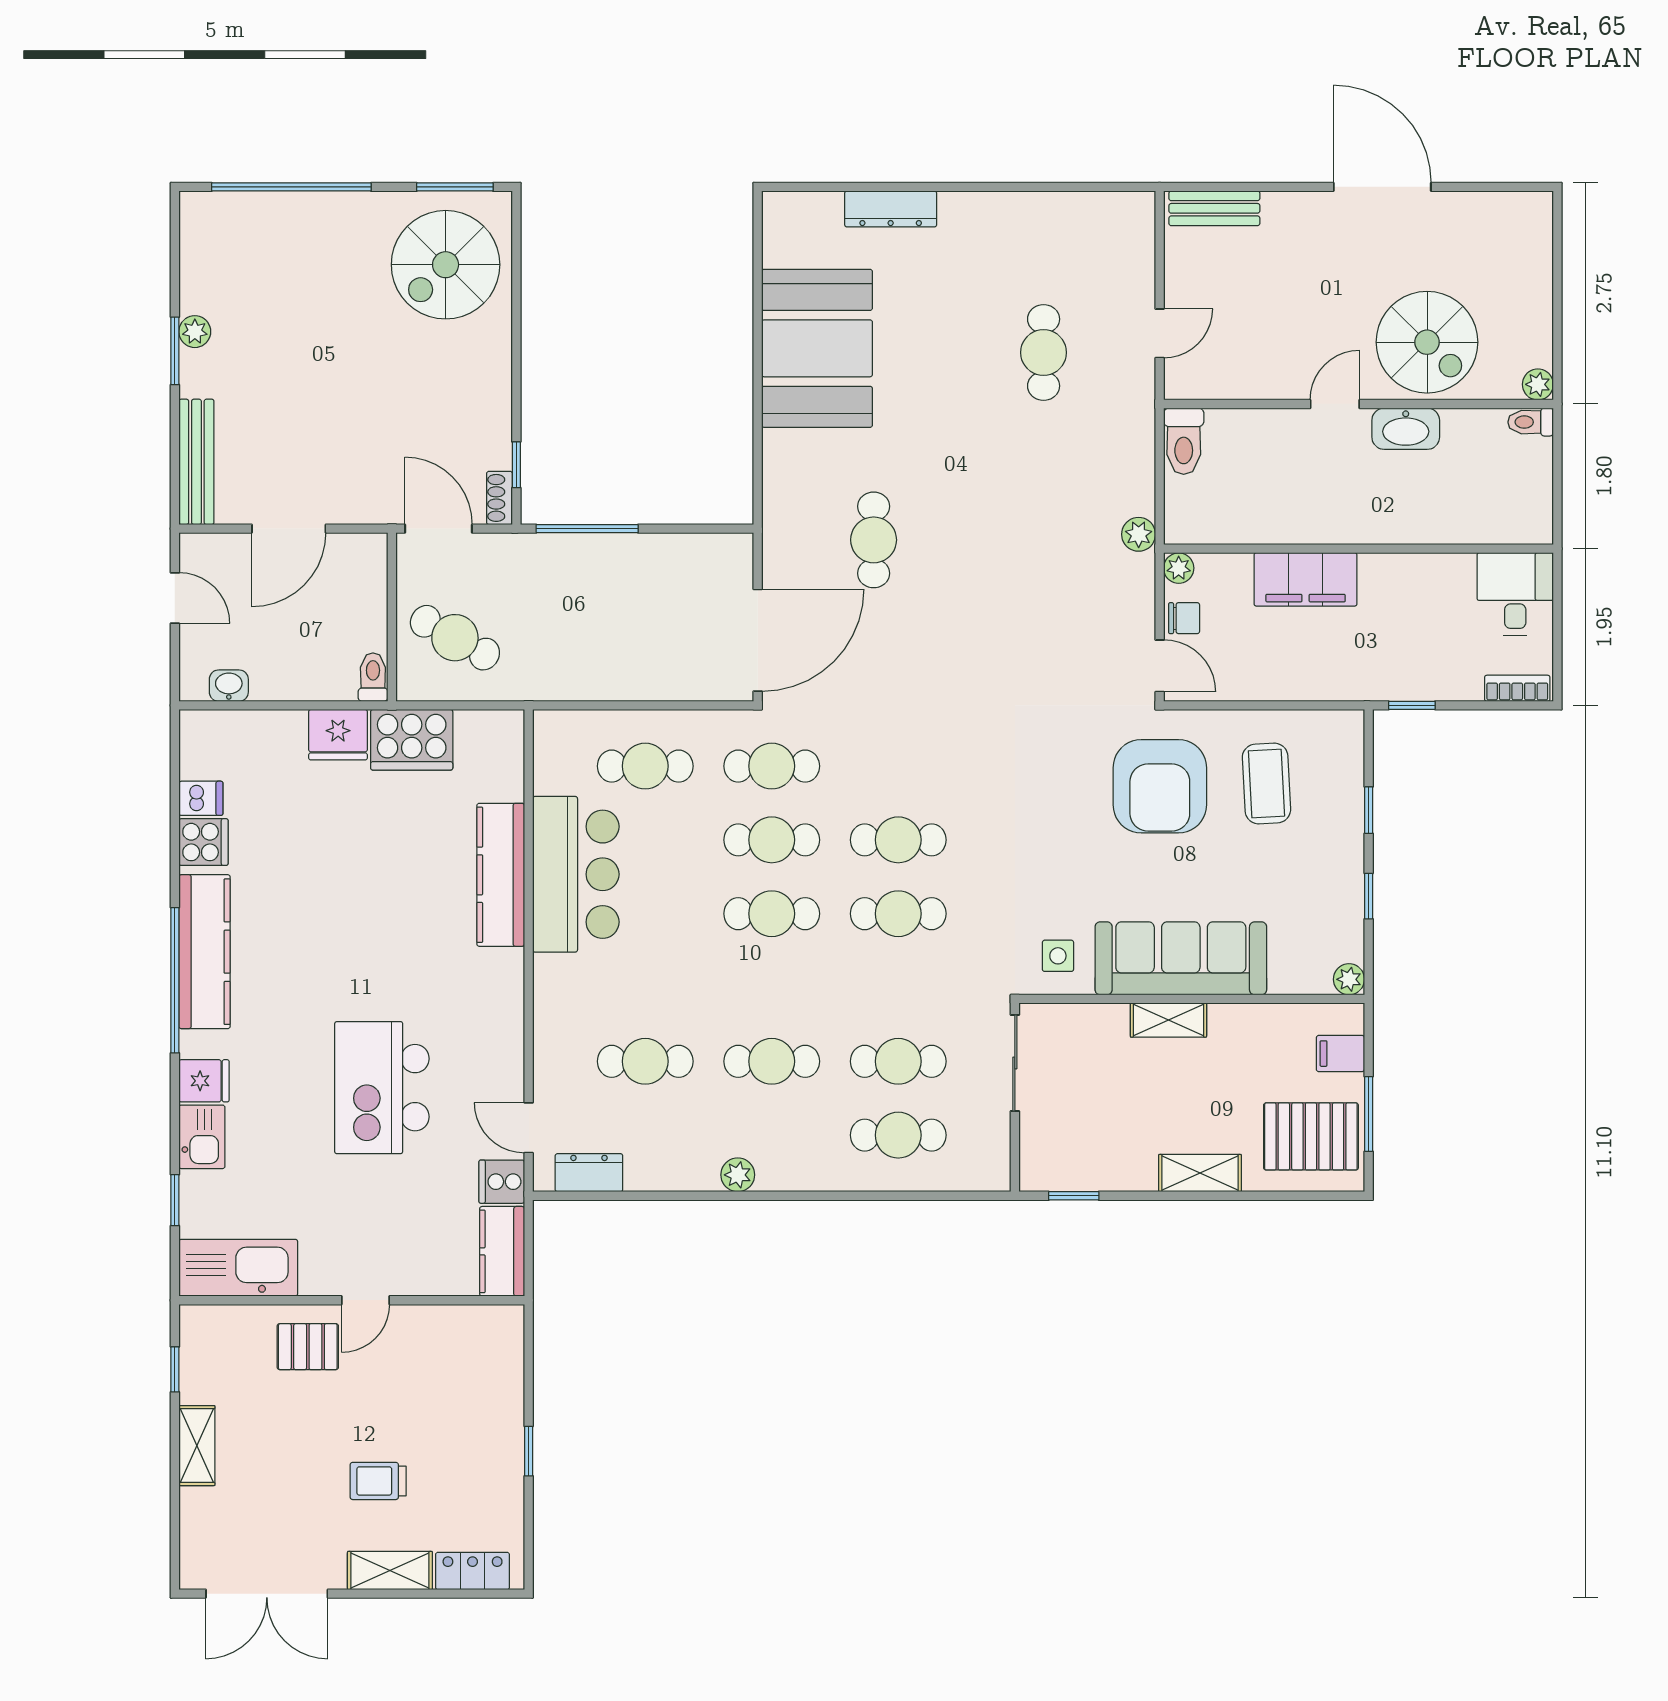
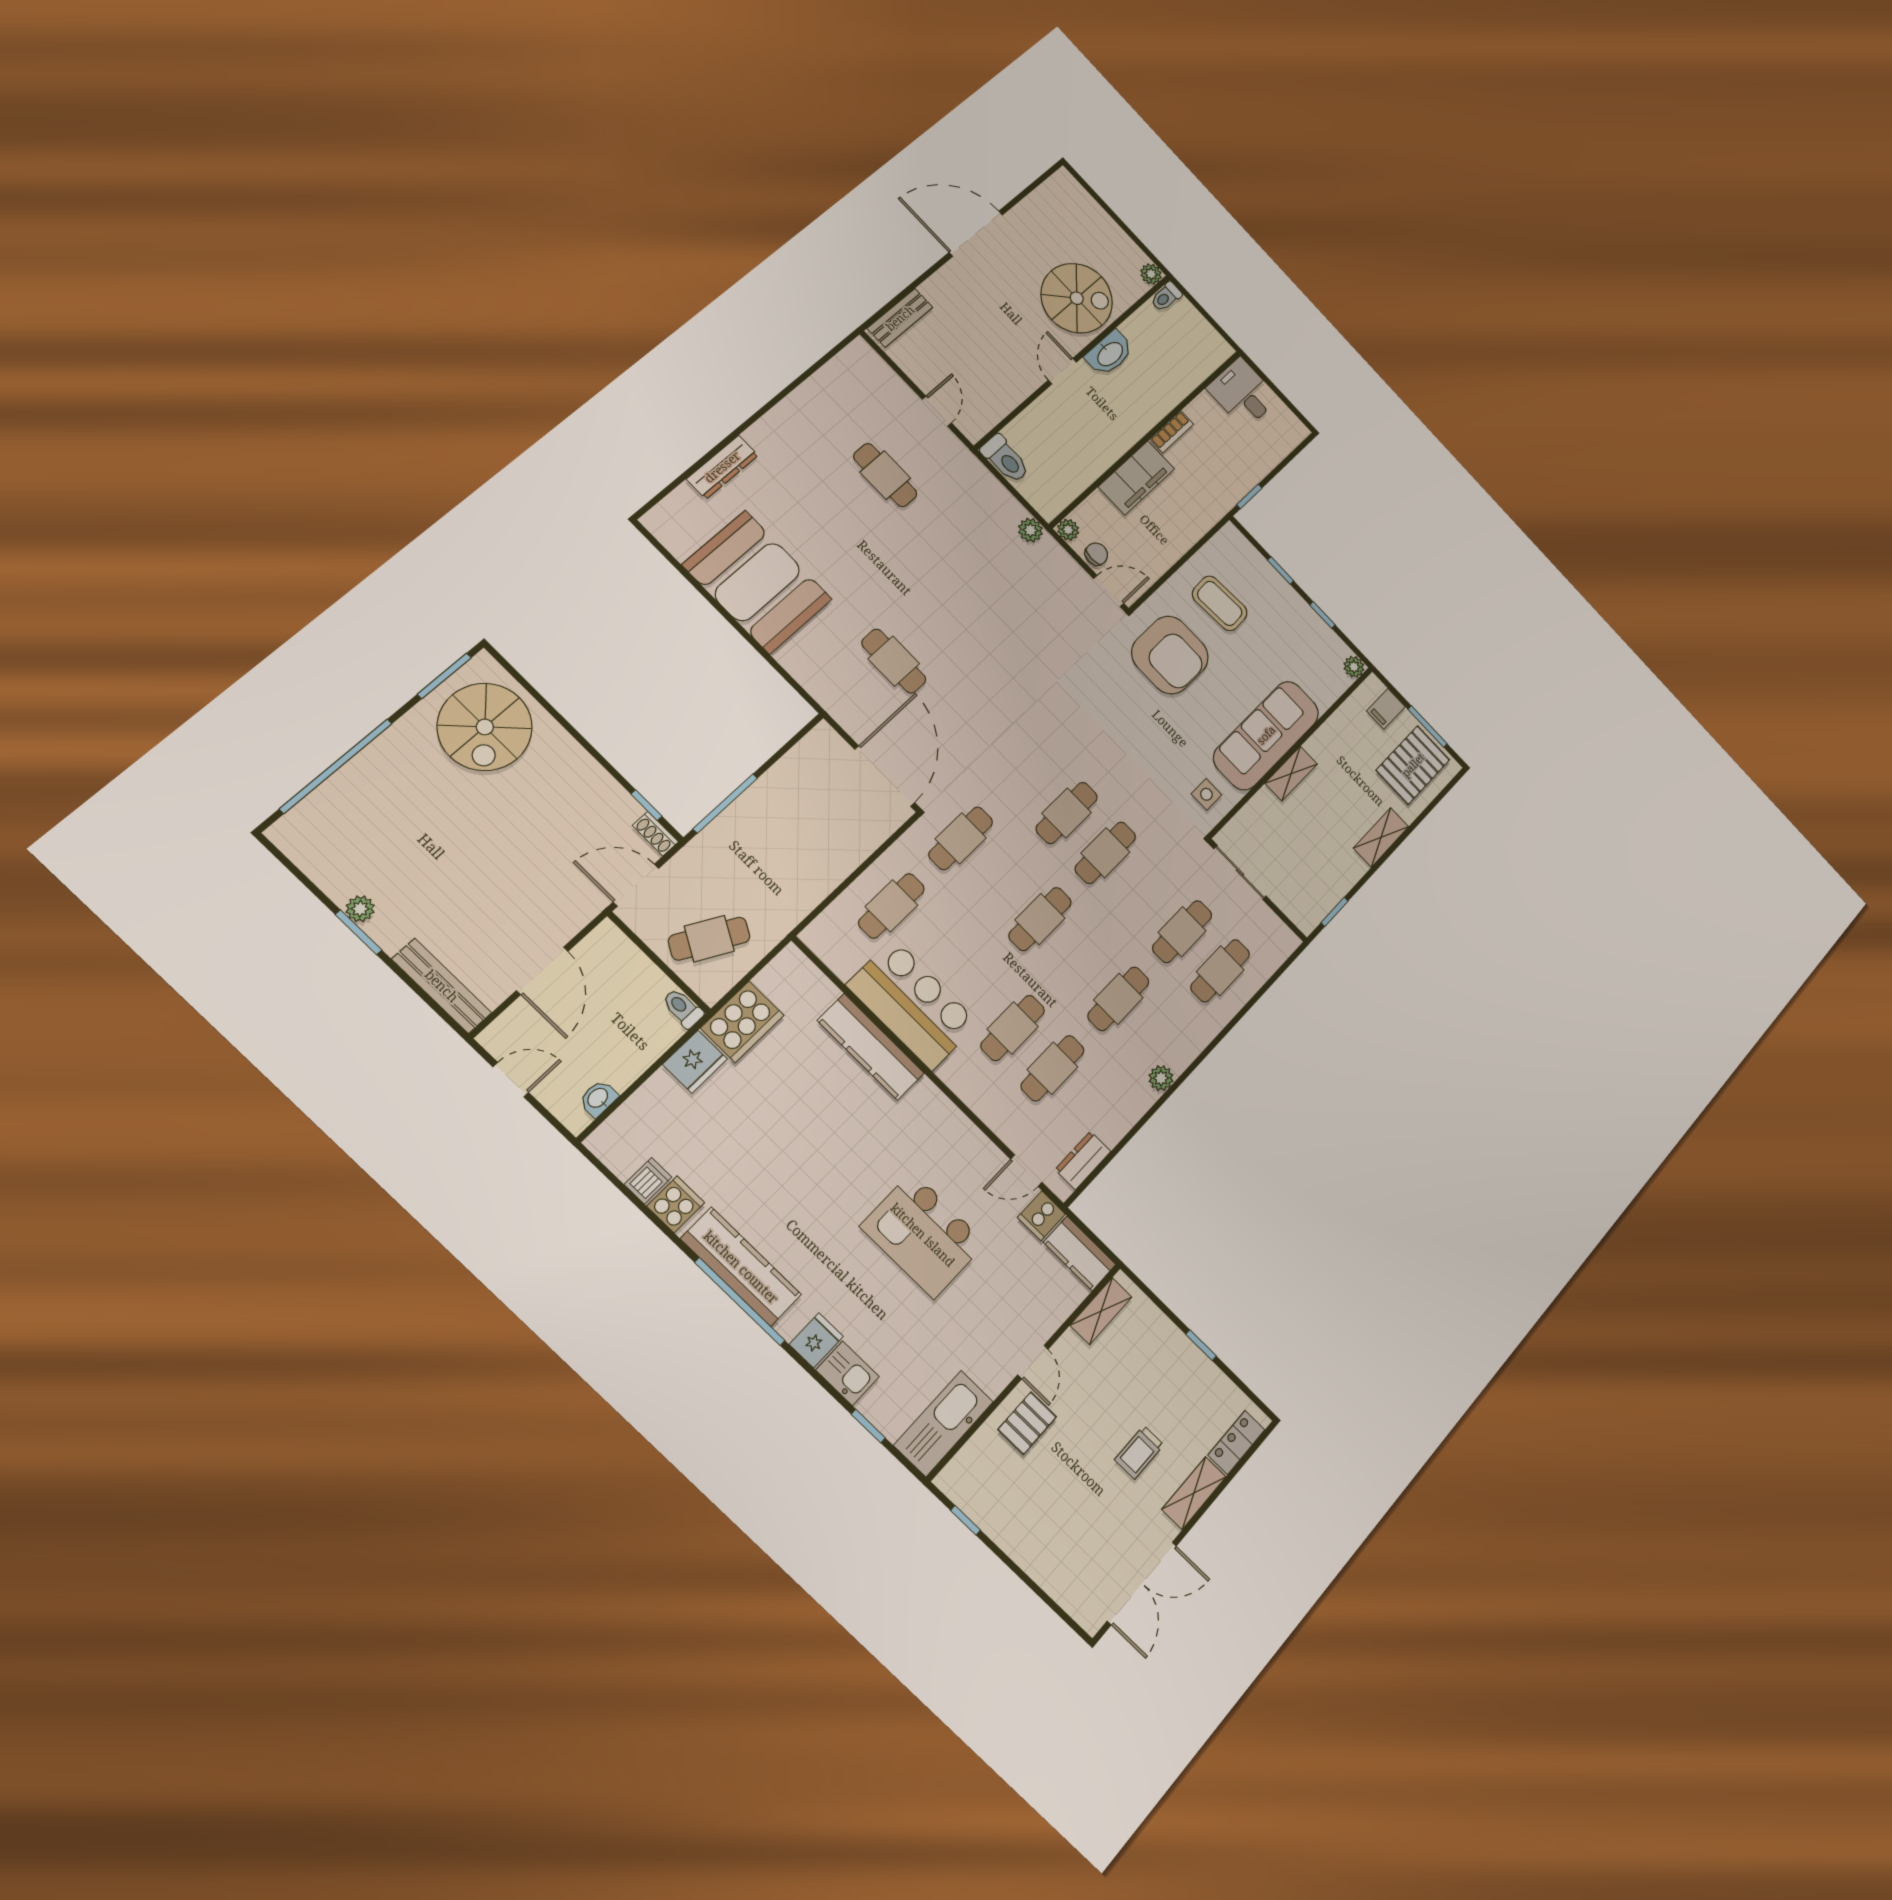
bookcase: (1517, 688) -> (1172, 432), moved, turned 180
cafe table: (772, 840) -> (1013, 1028), moved
shelving: (197, 1446) -> (1101, 1311), moved, turned 90

